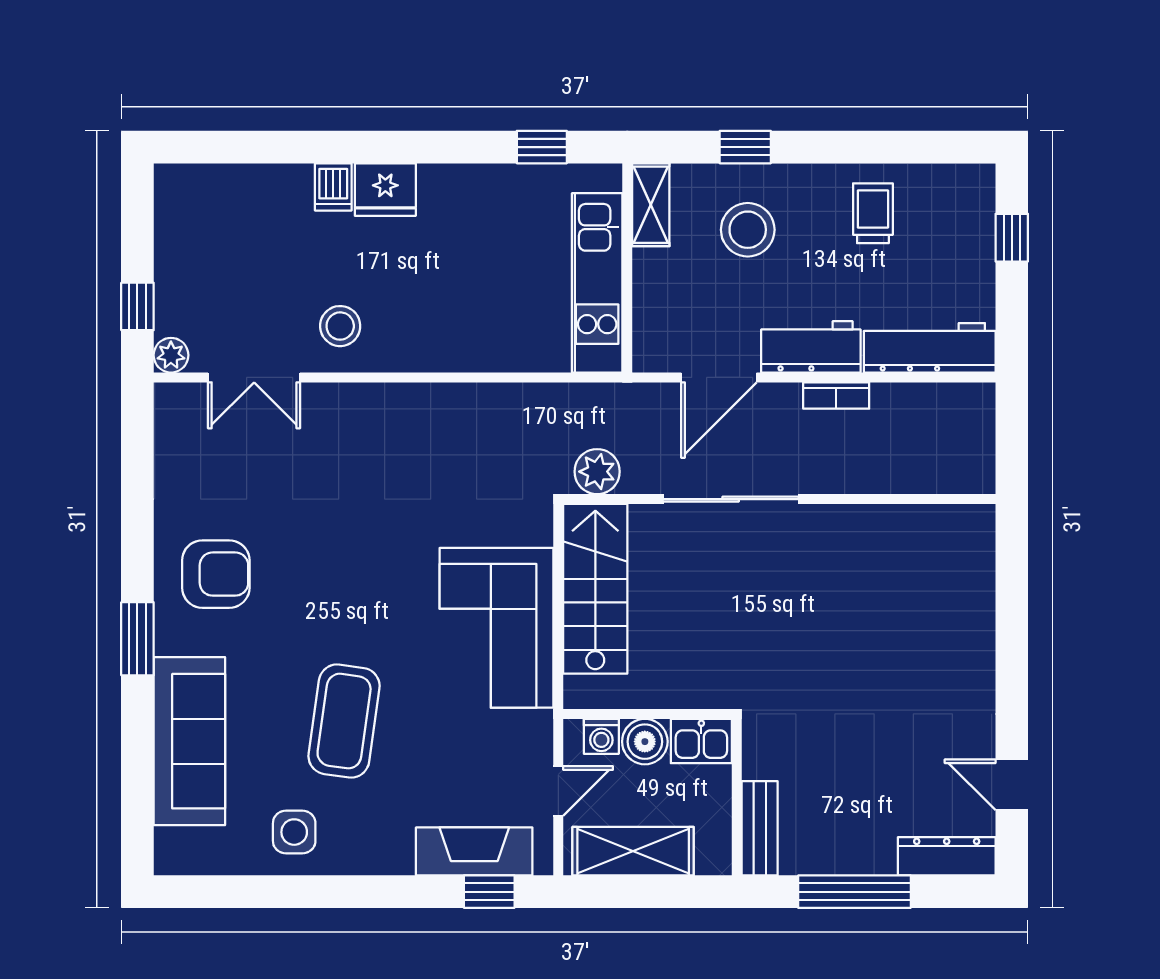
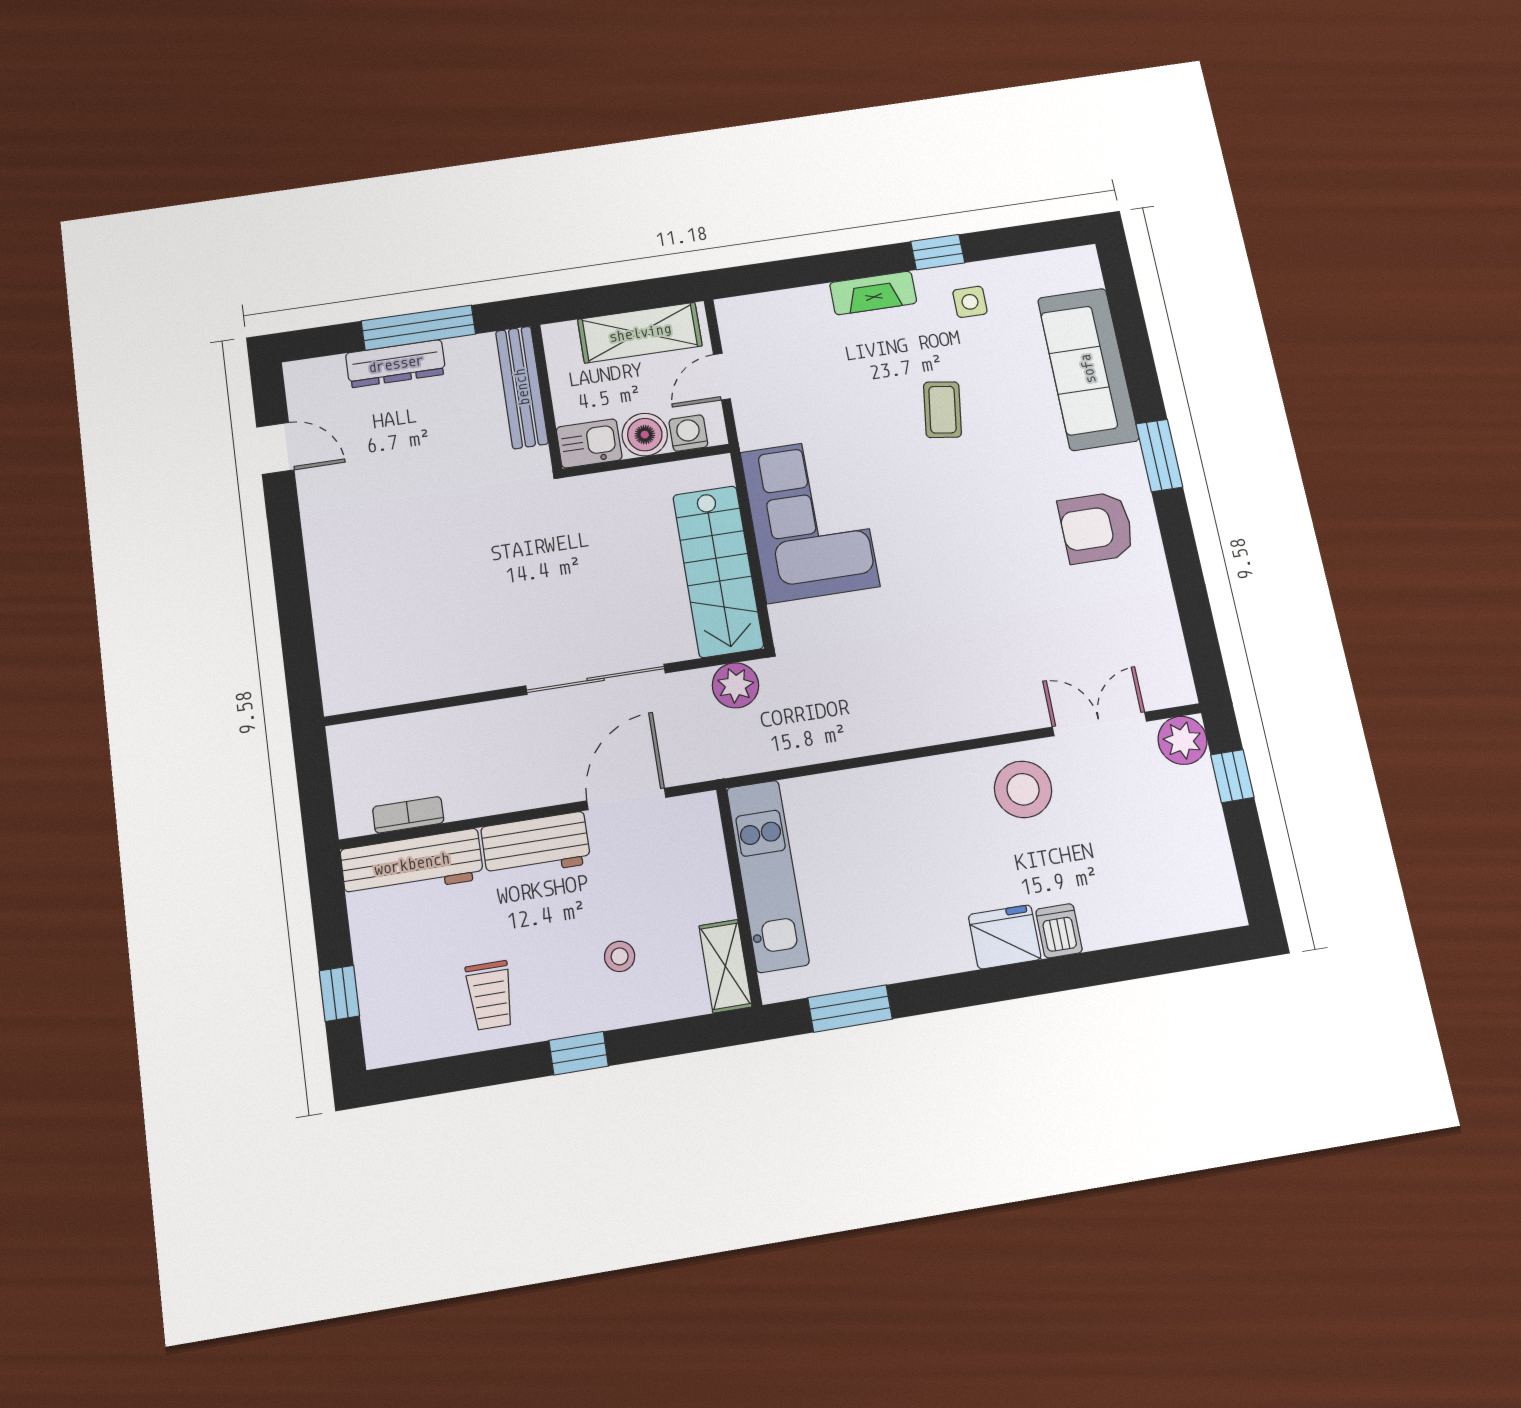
window: (542, 147) -> (850, 1008), width x1.50
window: (745, 147) -> (579, 1053), moved
stool: (748, 230) -> (620, 956), width x0.53, depth x0.53
stool: (340, 326) -> (1023, 789), width x1.38, depth x1.38
plant: (171, 355) -> (1182, 740), width x1.38, depth x1.38
bookcase: (836, 395) -> (408, 815), moved
coffee table: (344, 721) -> (942, 410), width x0.54, depth x0.58
bench: (760, 828) -> (522, 387), width x1.36
side table: (294, 832) -> (970, 302), width x0.73, depth x0.73
fireplace: (474, 851) -> (873, 293), moved, width x0.73, depth x0.76
dresser: (947, 856) -> (396, 364), moved
window: (489, 892) -> (938, 252), moved

